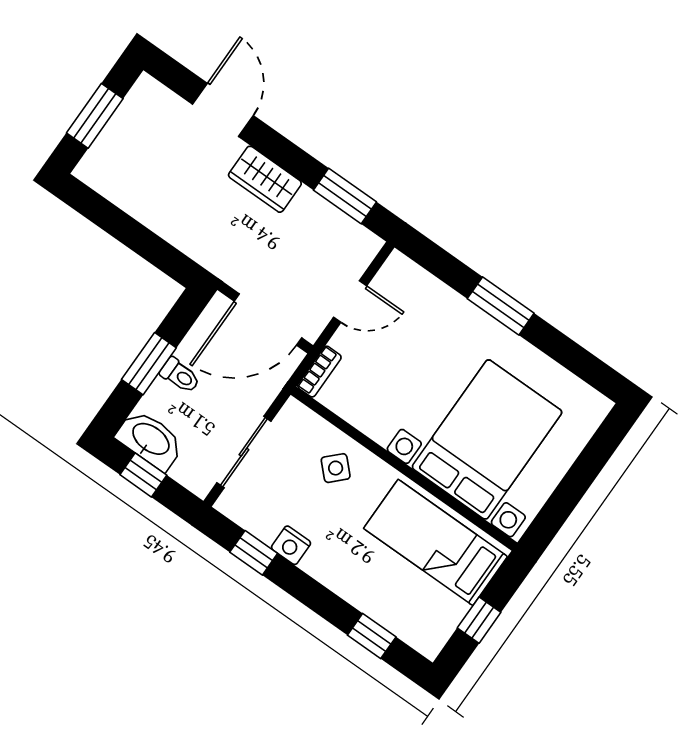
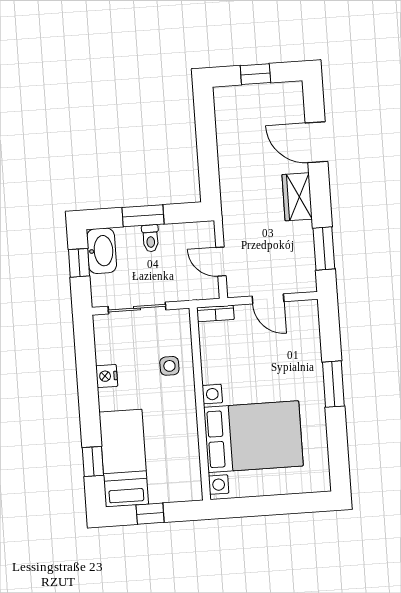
door: (223, 110) -> (316, 142), swing flipped
window: (95, 116) -> (255, 74), width x0.67
door: (268, 320) -> (221, 262), width x0.53
side table: (336, 468) -> (169, 366), turned 45
bed: (436, 542) -> (124, 458), moved
window: (254, 553) -> (86, 359), removed

